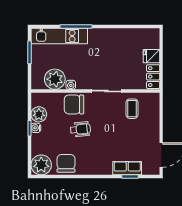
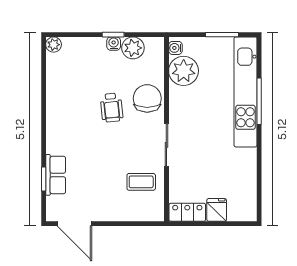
kitchen unit: (59, 36) -> (246, 92), width x1.36
water cooler: (71, 85) -> (175, 48), moved
chair: (66, 163) -> (62, 87), removed
plant: (41, 165) -> (54, 45), width x0.53, depth x0.53

